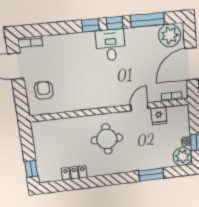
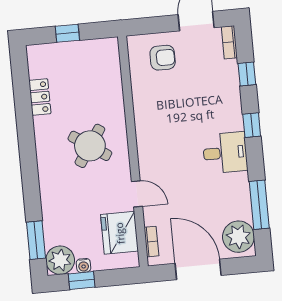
window: (115, 23) -> (247, 74), moved
fridge: (159, 116) -> (120, 233), width x1.88, depth x1.34
round table: (107, 139) -> (90, 146), turned 34
window: (31, 169) -> (67, 33), moved
window: (151, 175) -> (36, 240), moved

